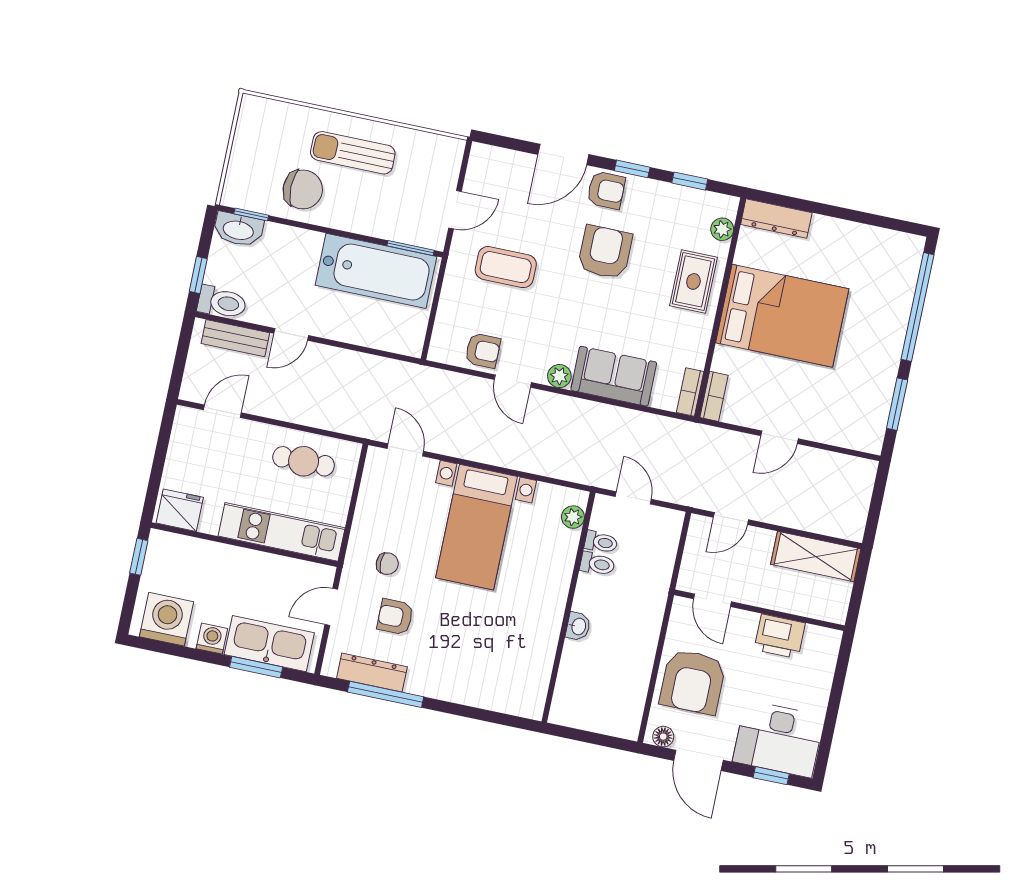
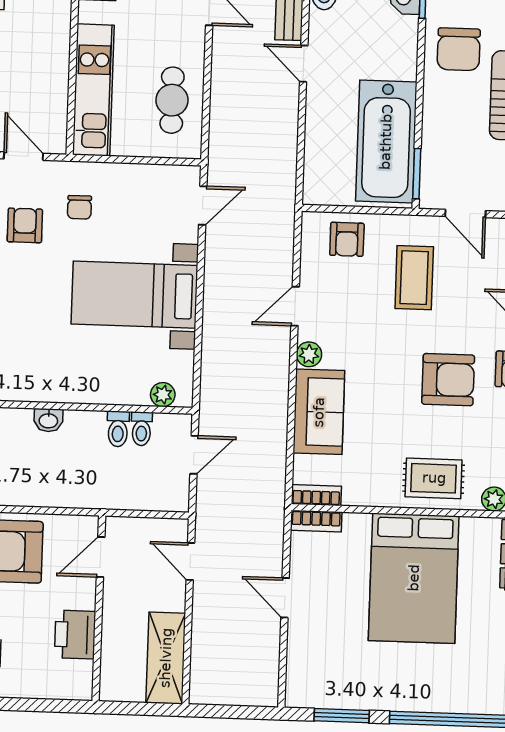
armchair: (483, 351) -> (347, 239), moved

